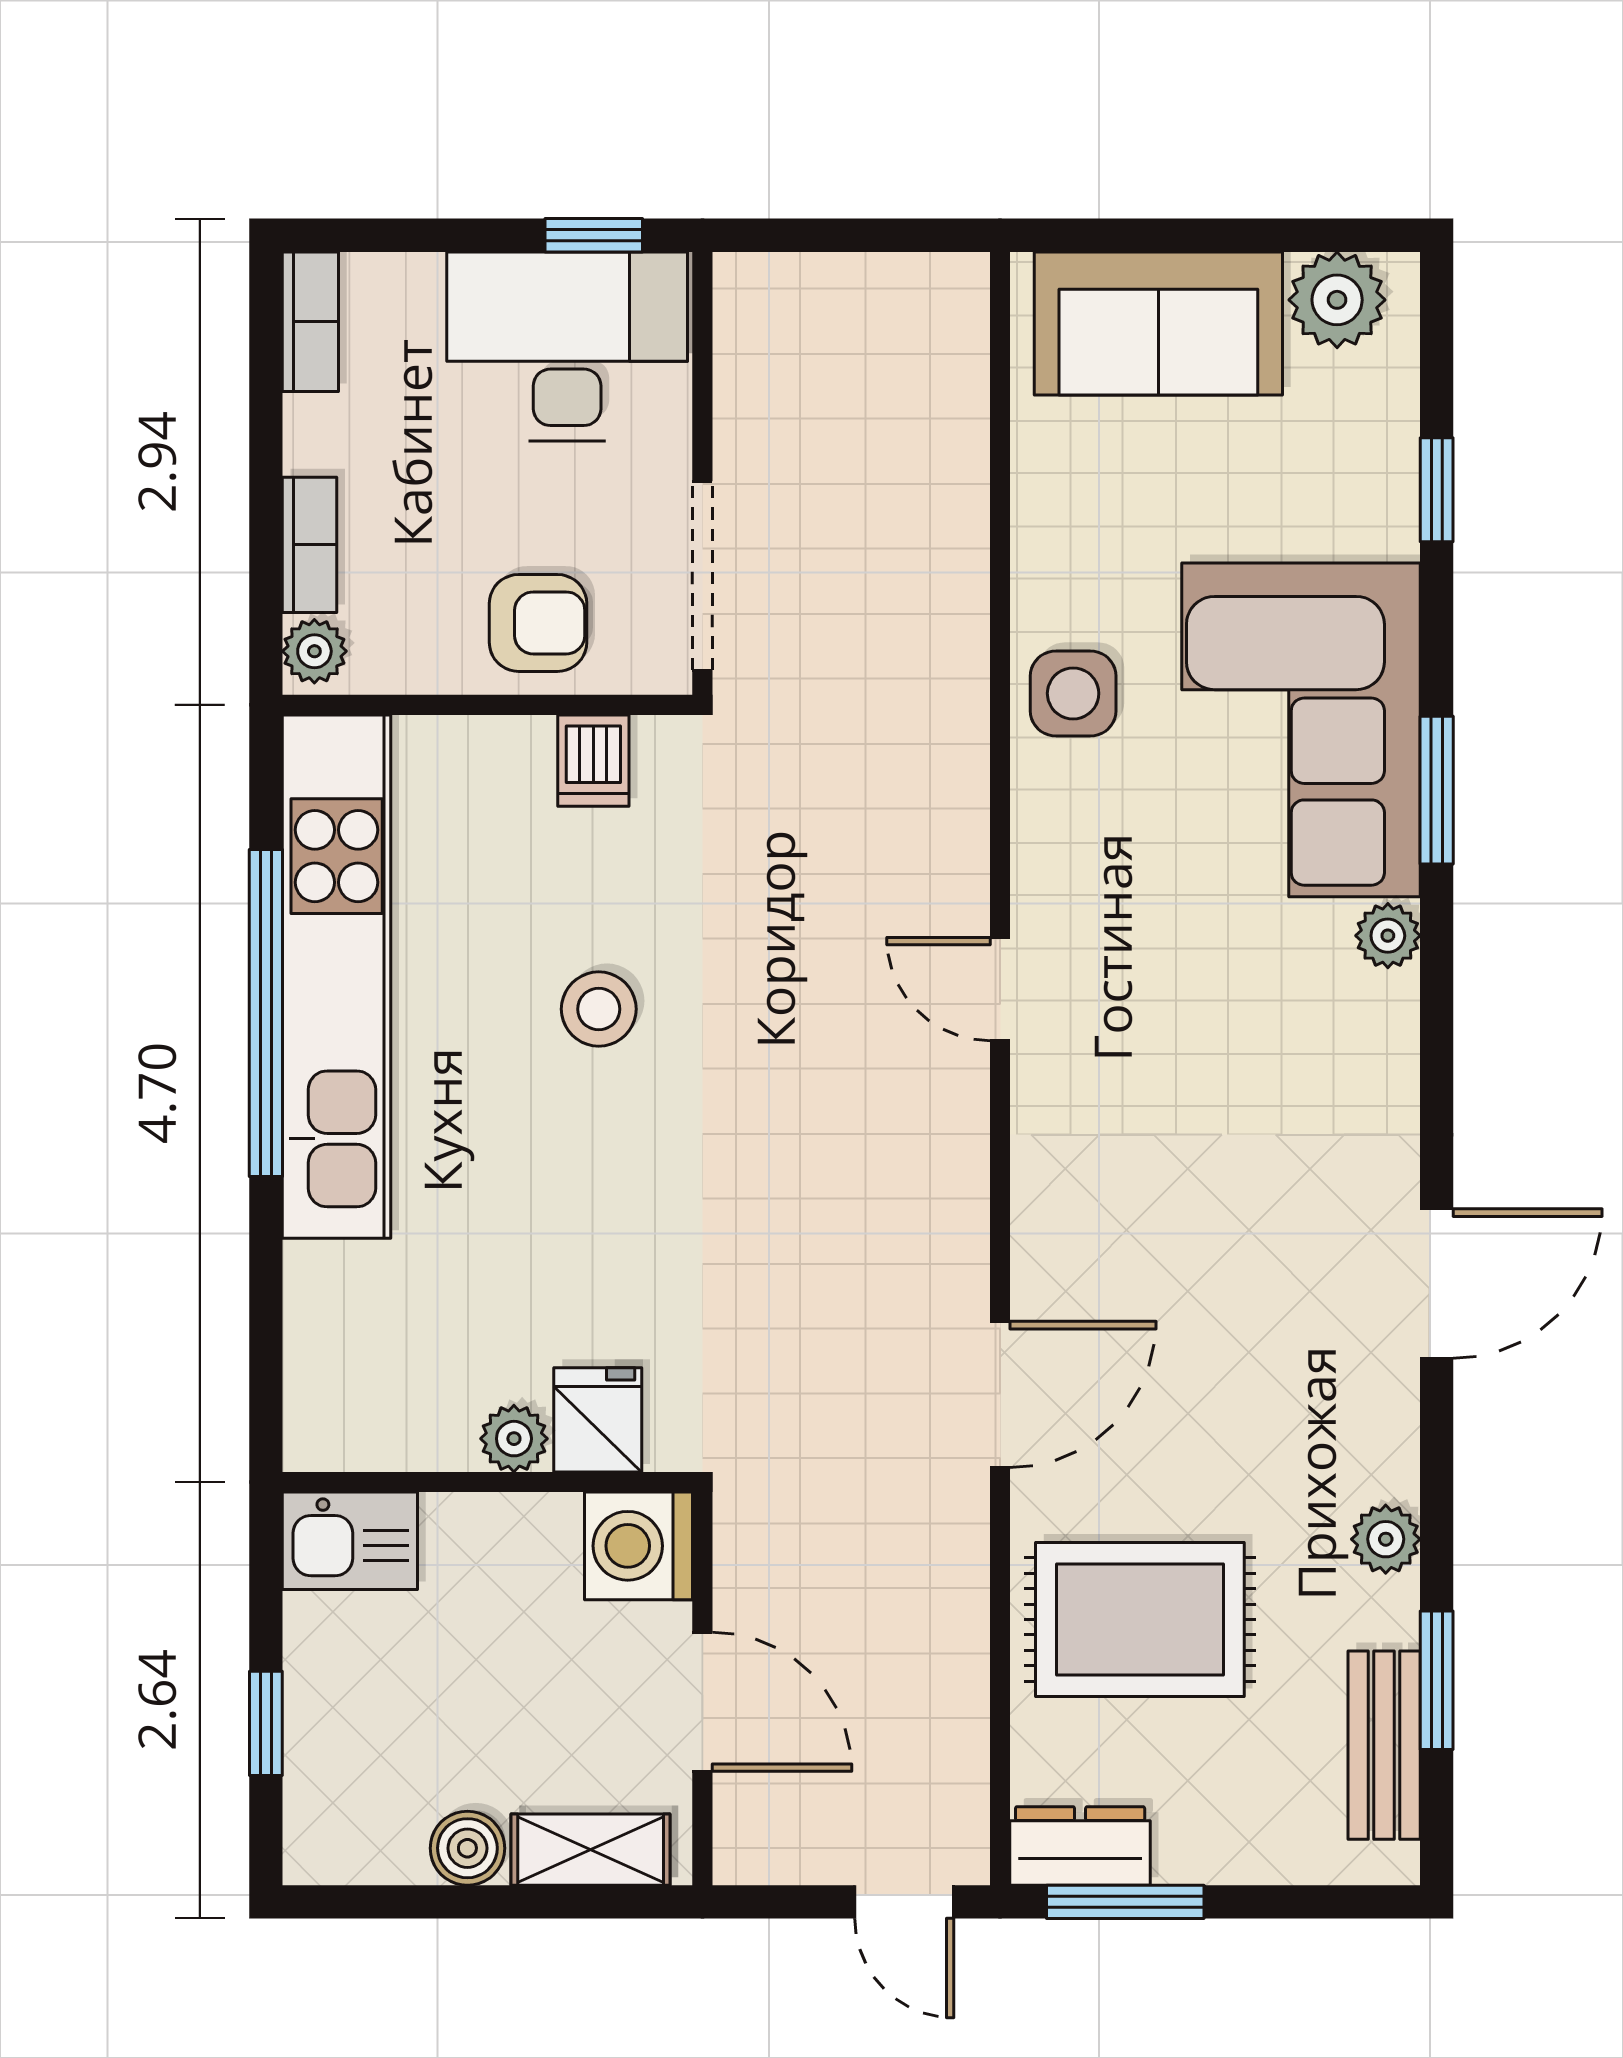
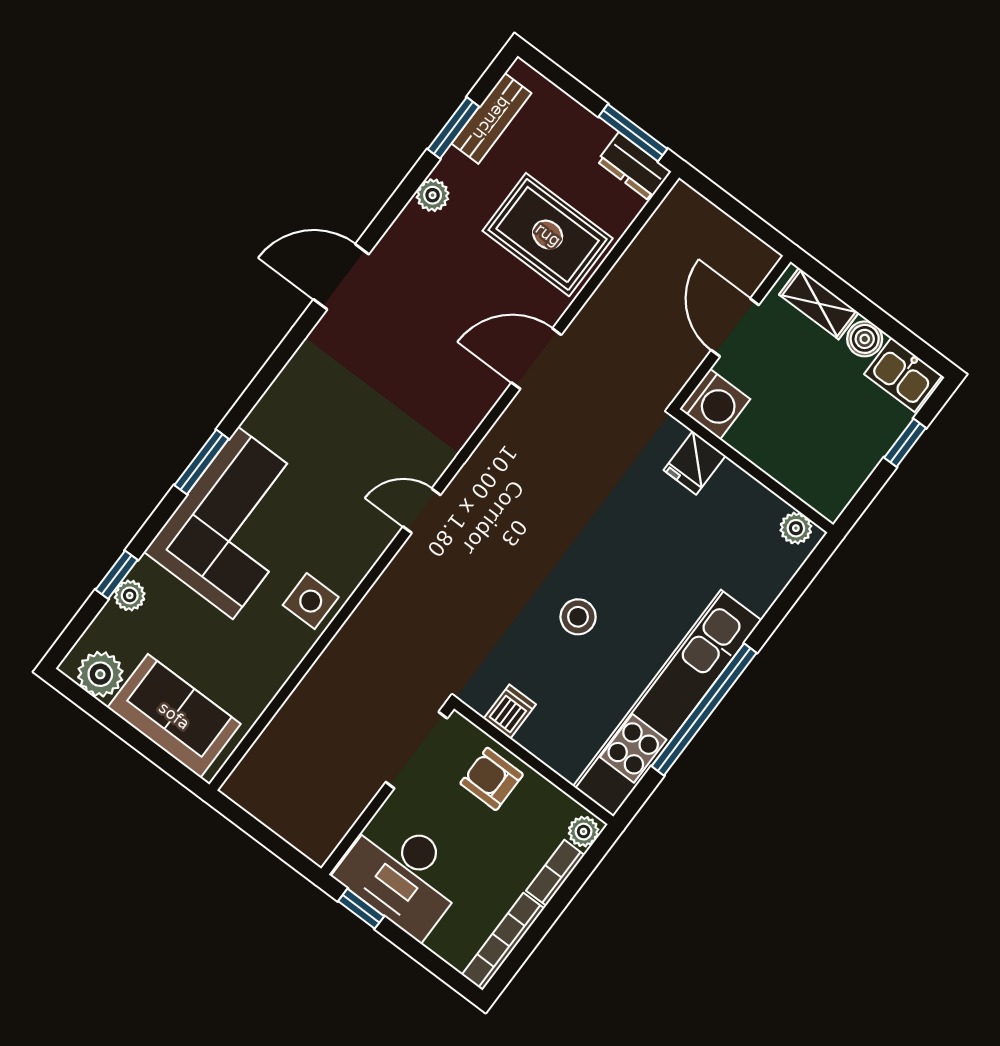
bookcase: (310, 322) -> (503, 942), width x1.56
plant: (1388, 936) -> (130, 595), moved
door: (1000, 989) -> (422, 511), swing flipped
plant: (514, 1439) -> (796, 528), moved
kitchen sink: (350, 1541) -> (903, 375), moved, turned 180
door: (904, 1902) -> (716, 195), removed

